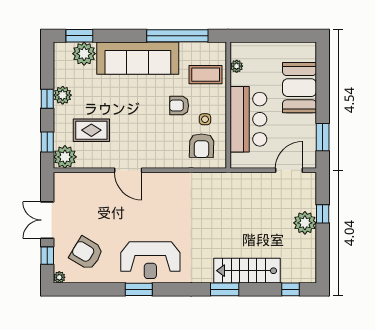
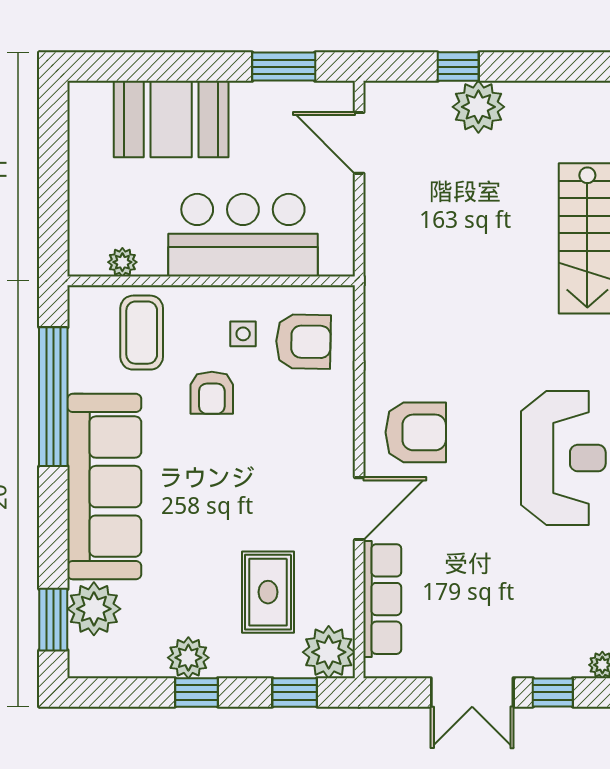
row of seats: (88, 180) -> (382, 599), added
armchair: (86, 253) -> (416, 432), moved, turned -121

